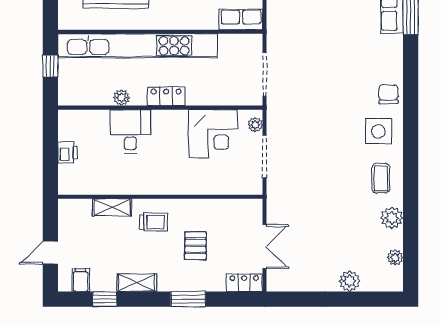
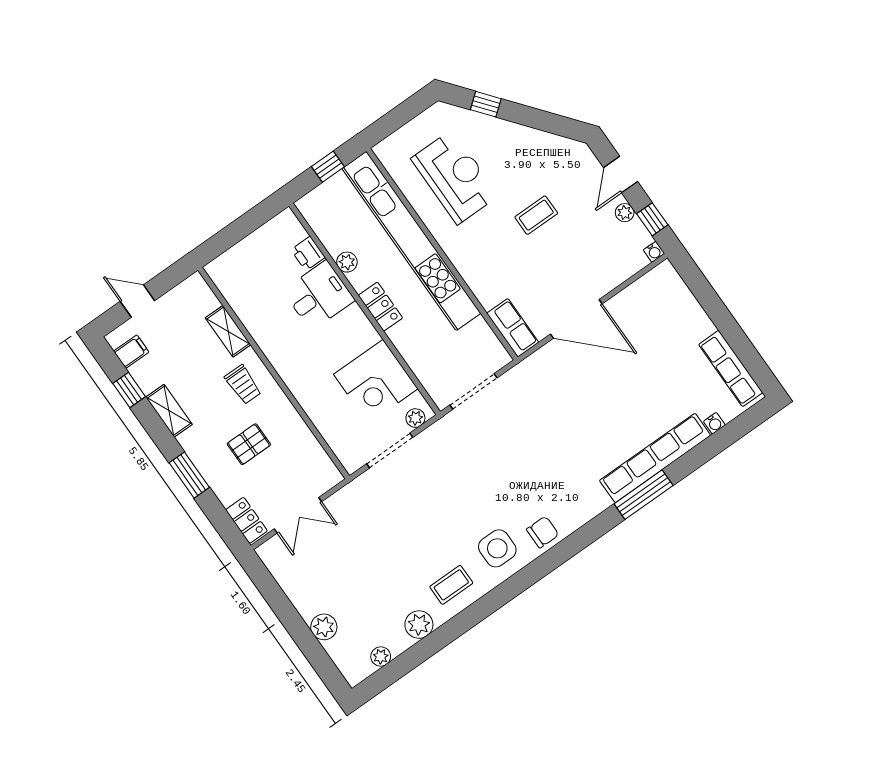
printer: (68, 152) -> (308, 253), moved, turned 90

